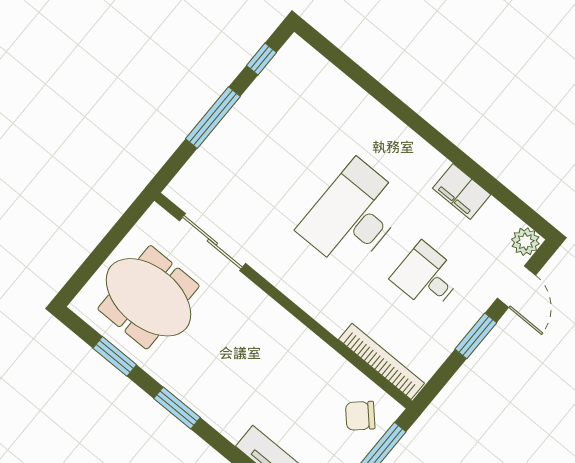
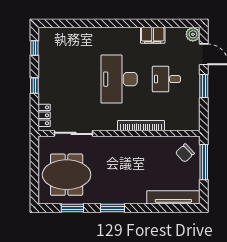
window: (213, 118) -> (34, 86), width x0.46
locker: (190, 176) -> (44, 115), added
bookcase: (381, 361) -> (141, 126), moved

